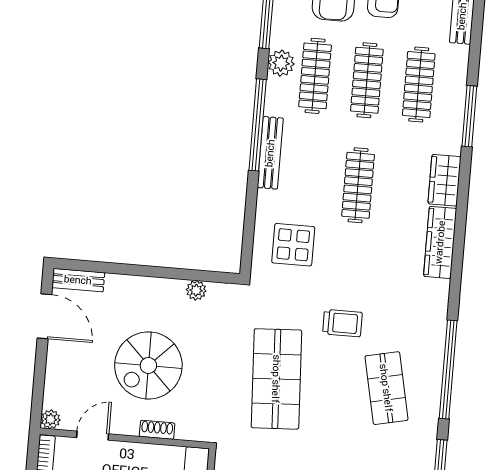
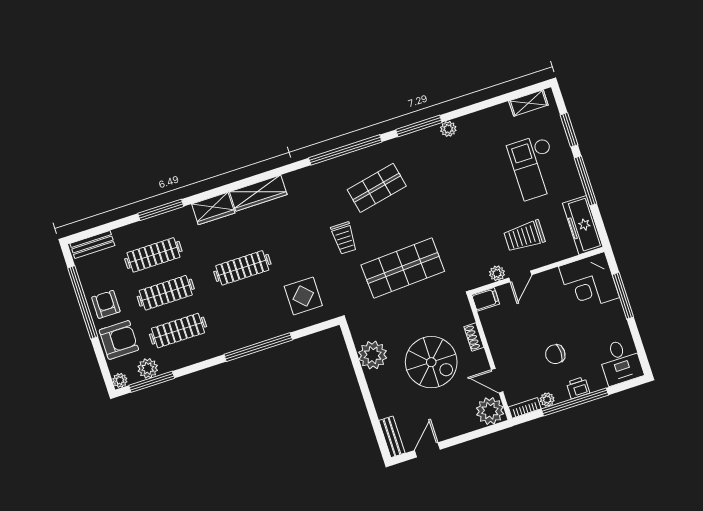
plant: (281, 63) -> (148, 368), moved
window: (258, 125) -> (258, 347), moved
bench: (270, 153) -> (245, 339), removed
plant: (196, 290) -> (373, 355), width x1.87, depth x1.87
door: (44, 316) -> (427, 450), width x0.73
trolley: (342, 323) -> (344, 238), turned 180
plant: (51, 419) -> (490, 411), width x1.88, depth x1.88

